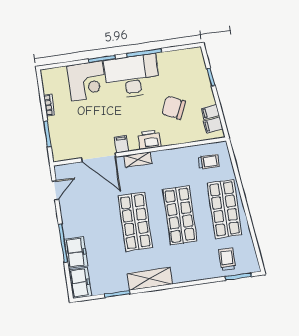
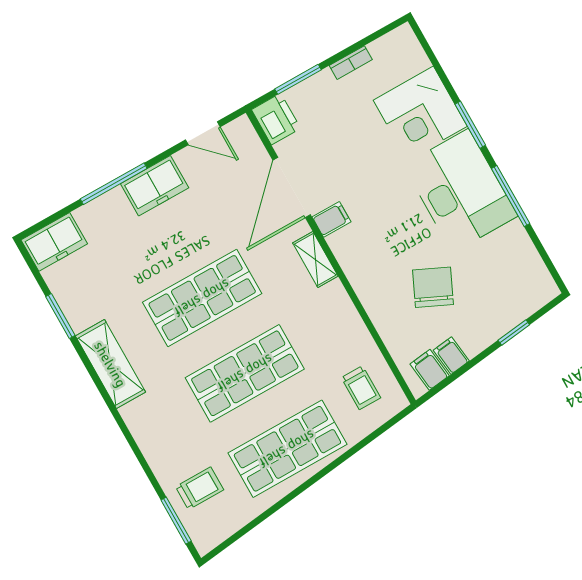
printer: (149, 140) -> (276, 119), moved
freezer: (76, 252) -> (155, 186), moved

